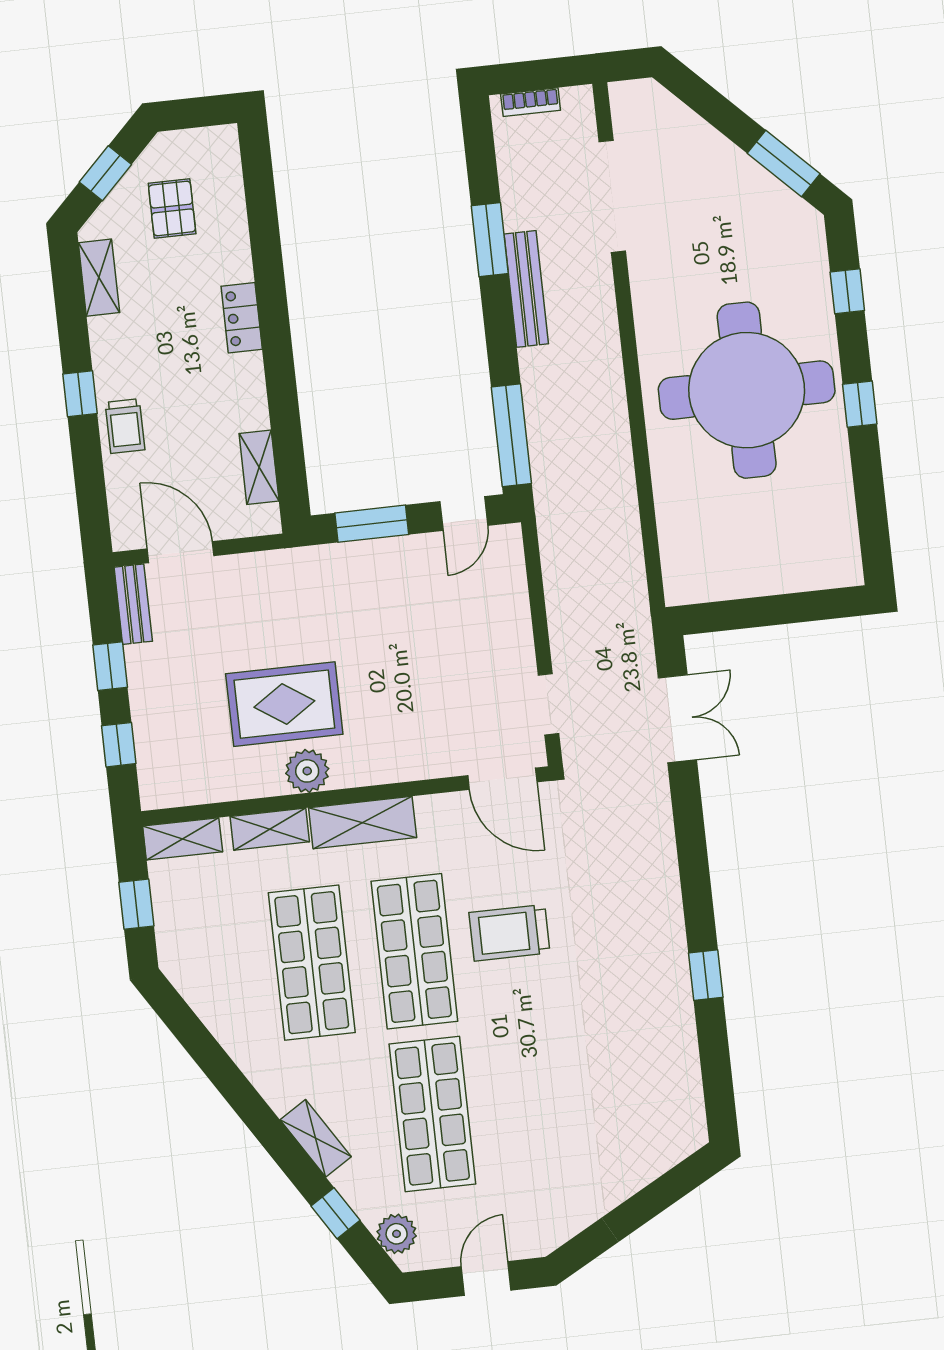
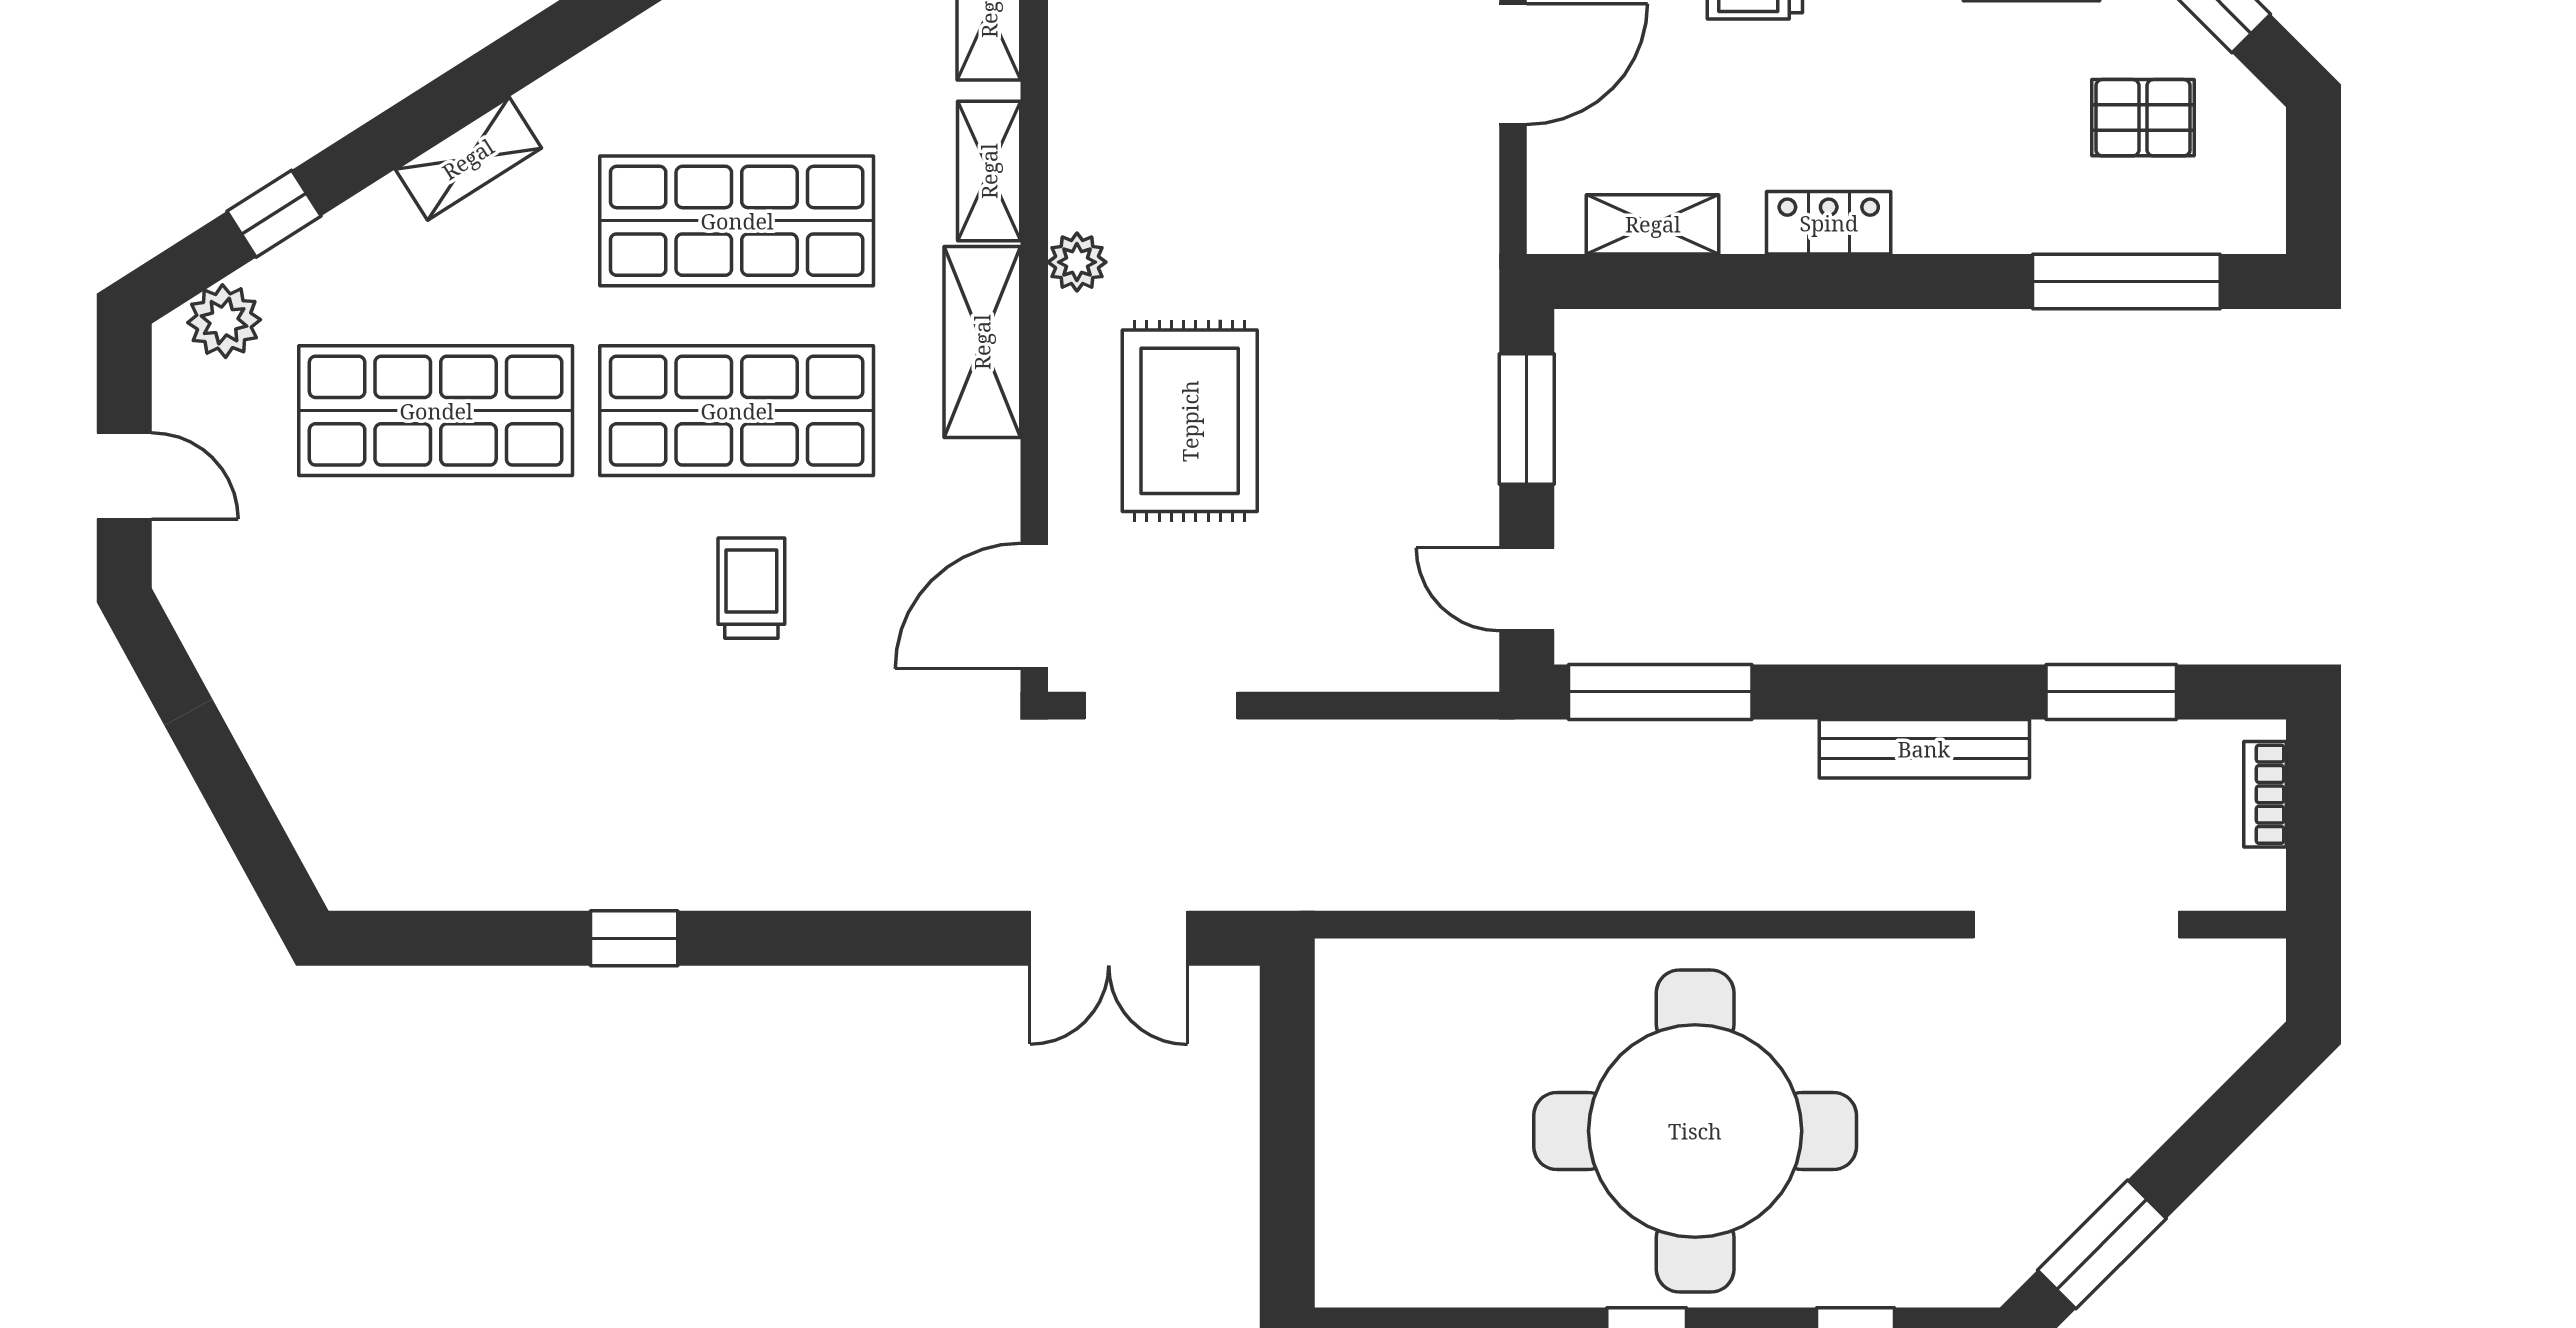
window: (262, 208) -> (2126, 282), added
window: (490, 240) -> (2111, 692), moved
locker: (242, 318) -> (1829, 223), moved
rug: (284, 704) -> (1190, 421), moved
doorway: (549, 704) -> (1161, 706), width x1.38
plant: (307, 771) -> (1077, 262), width x0.73, depth x0.73
trolley: (509, 933) -> (751, 588), width x0.73, depth x0.72
shelving: (316, 1138) -> (468, 159), moved

